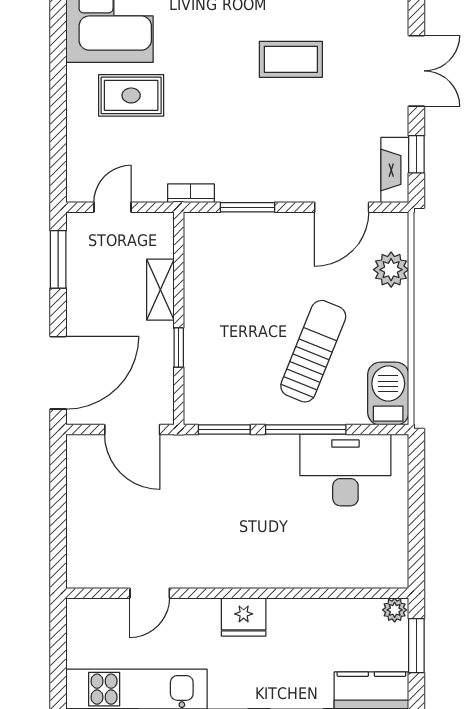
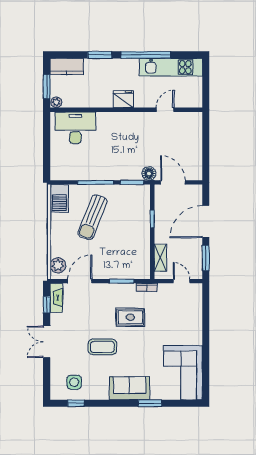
rug: (131, 95) -> (130, 317), moved
door: (112, 207) -> (182, 281), swing flipped
plant: (391, 270) -> (58, 265), moved
shelving: (160, 290) -> (160, 258), moved
door: (58, 373) -> (206, 222), moved
floor lamp: (186, 450) -> (149, 173), added
desk: (345, 470) -> (75, 128), moved, turned 180

